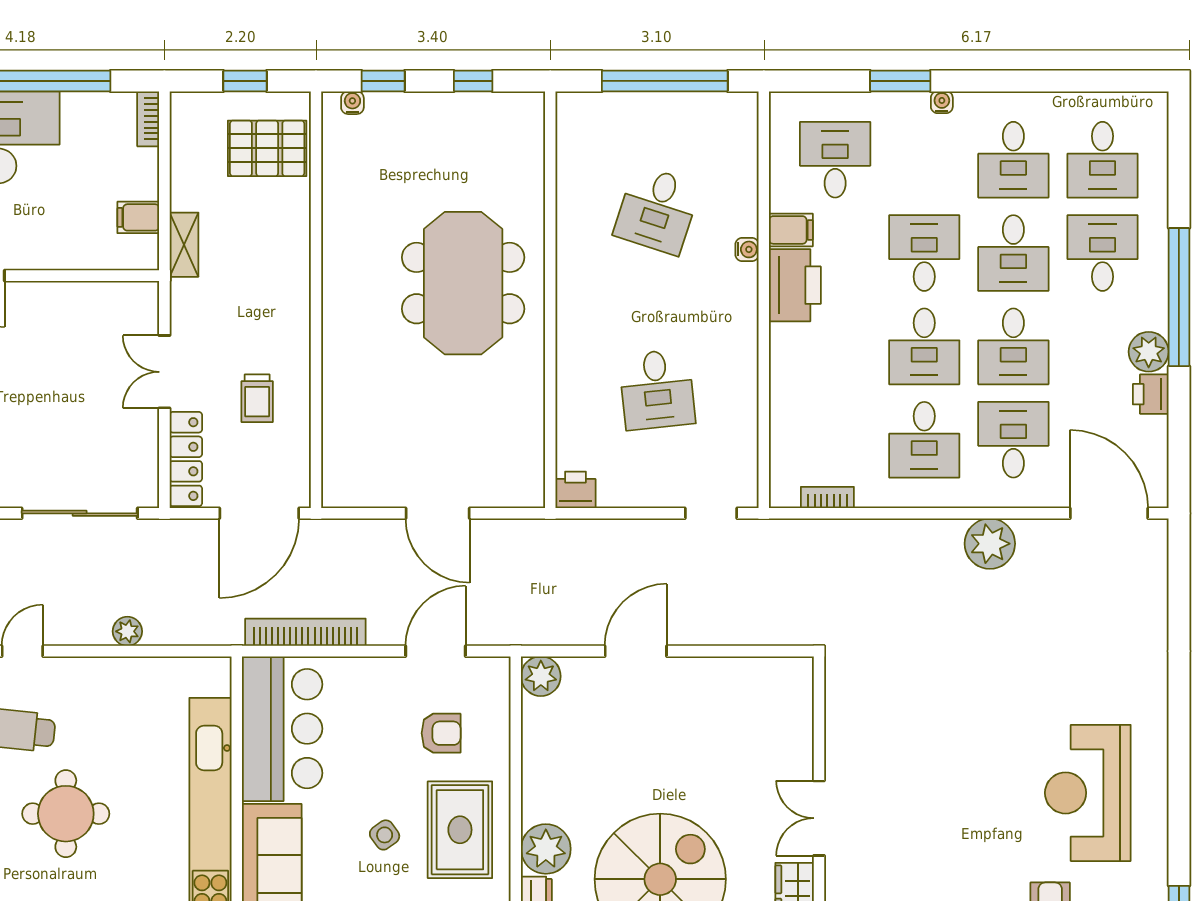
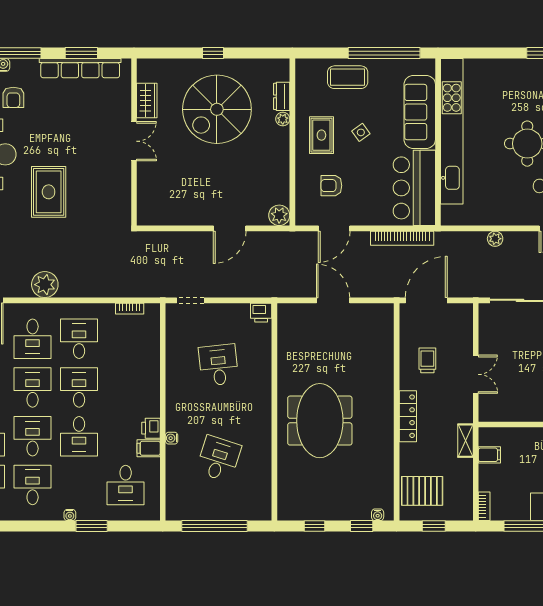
printer: (795, 285) -> (151, 428), width x0.53, depth x0.68
locker: (186, 459) -> (408, 416), moved, turned 180
rug: (983, 721) -> (49, 192), added
rug: (460, 830) -> (321, 135), width x0.73, depth x0.70
plant: (546, 849) -> (283, 119), width x0.53, depth x0.53

